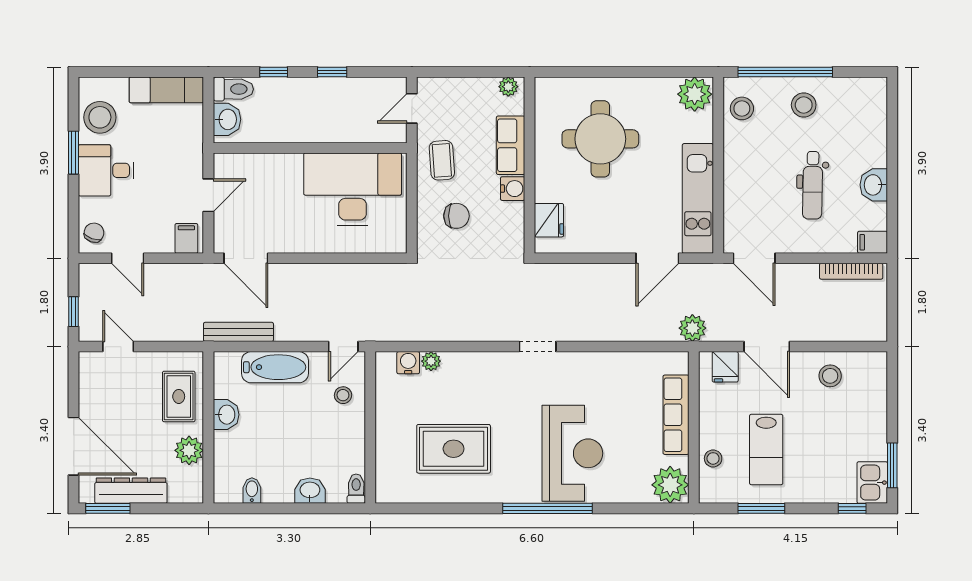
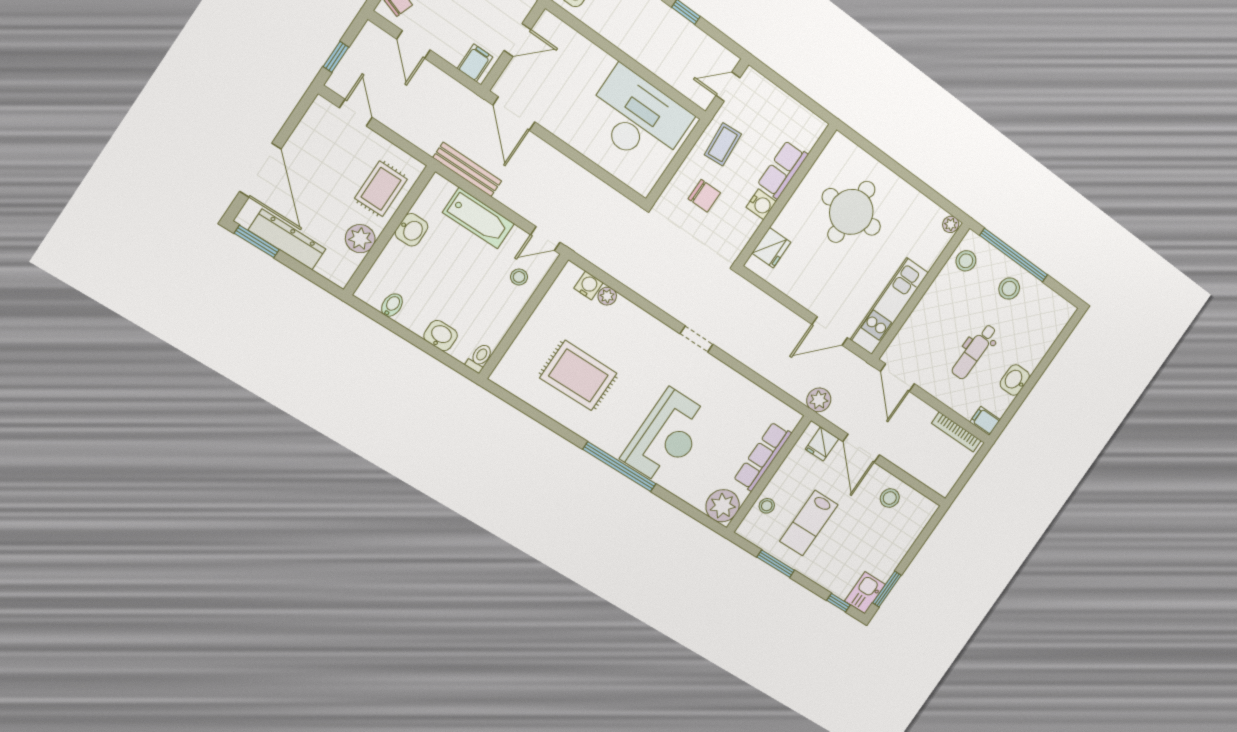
plant: (508, 87) -> (812, 123), removed
plant: (695, 94) -> (951, 224), width x0.53, depth x0.53

